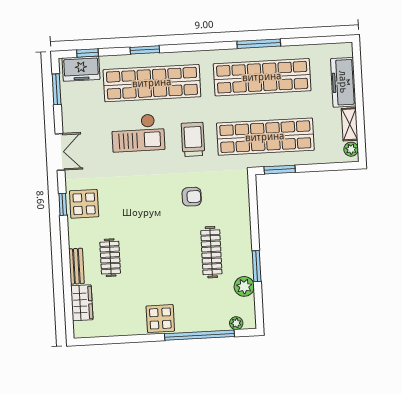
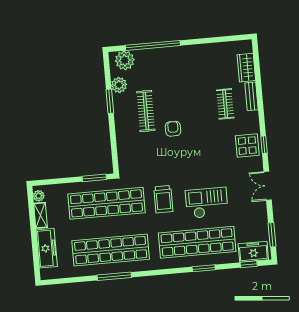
armchair: (192, 197) -> (173, 129), moved, turned 90
display table: (160, 319) -> (184, 57), removed
plant: (236, 323) -> (125, 60), width x1.88, depth x1.88

